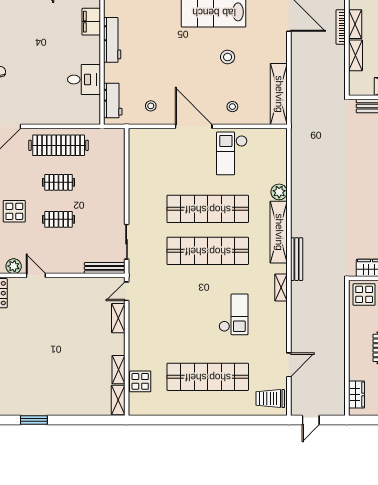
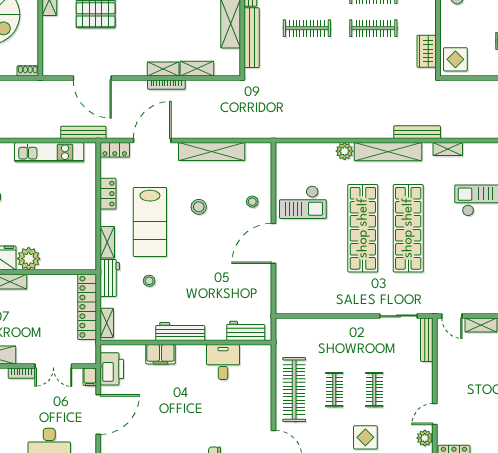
shelving: (279, 94) -> (212, 152), moved
stool: (151, 106) -> (149, 281), moved

